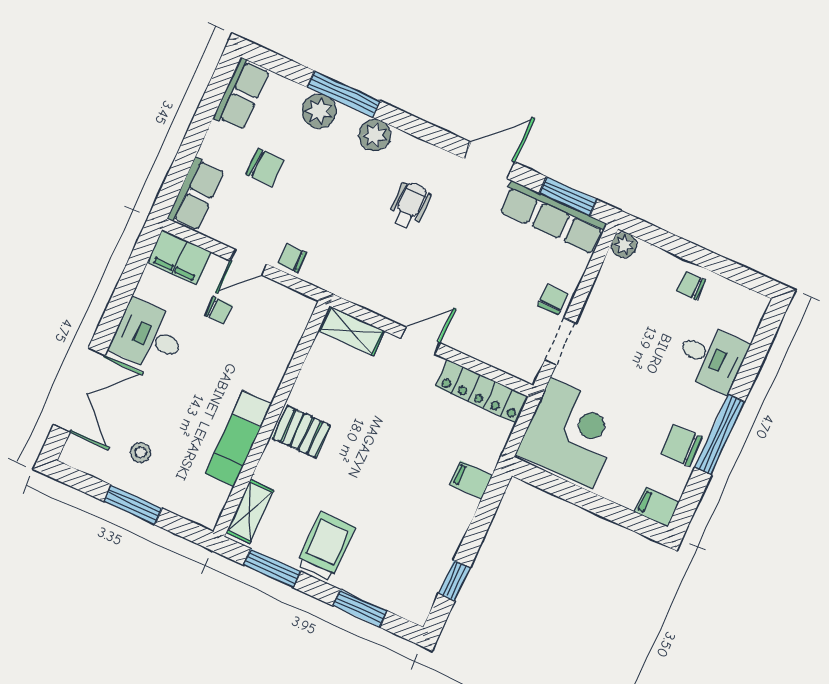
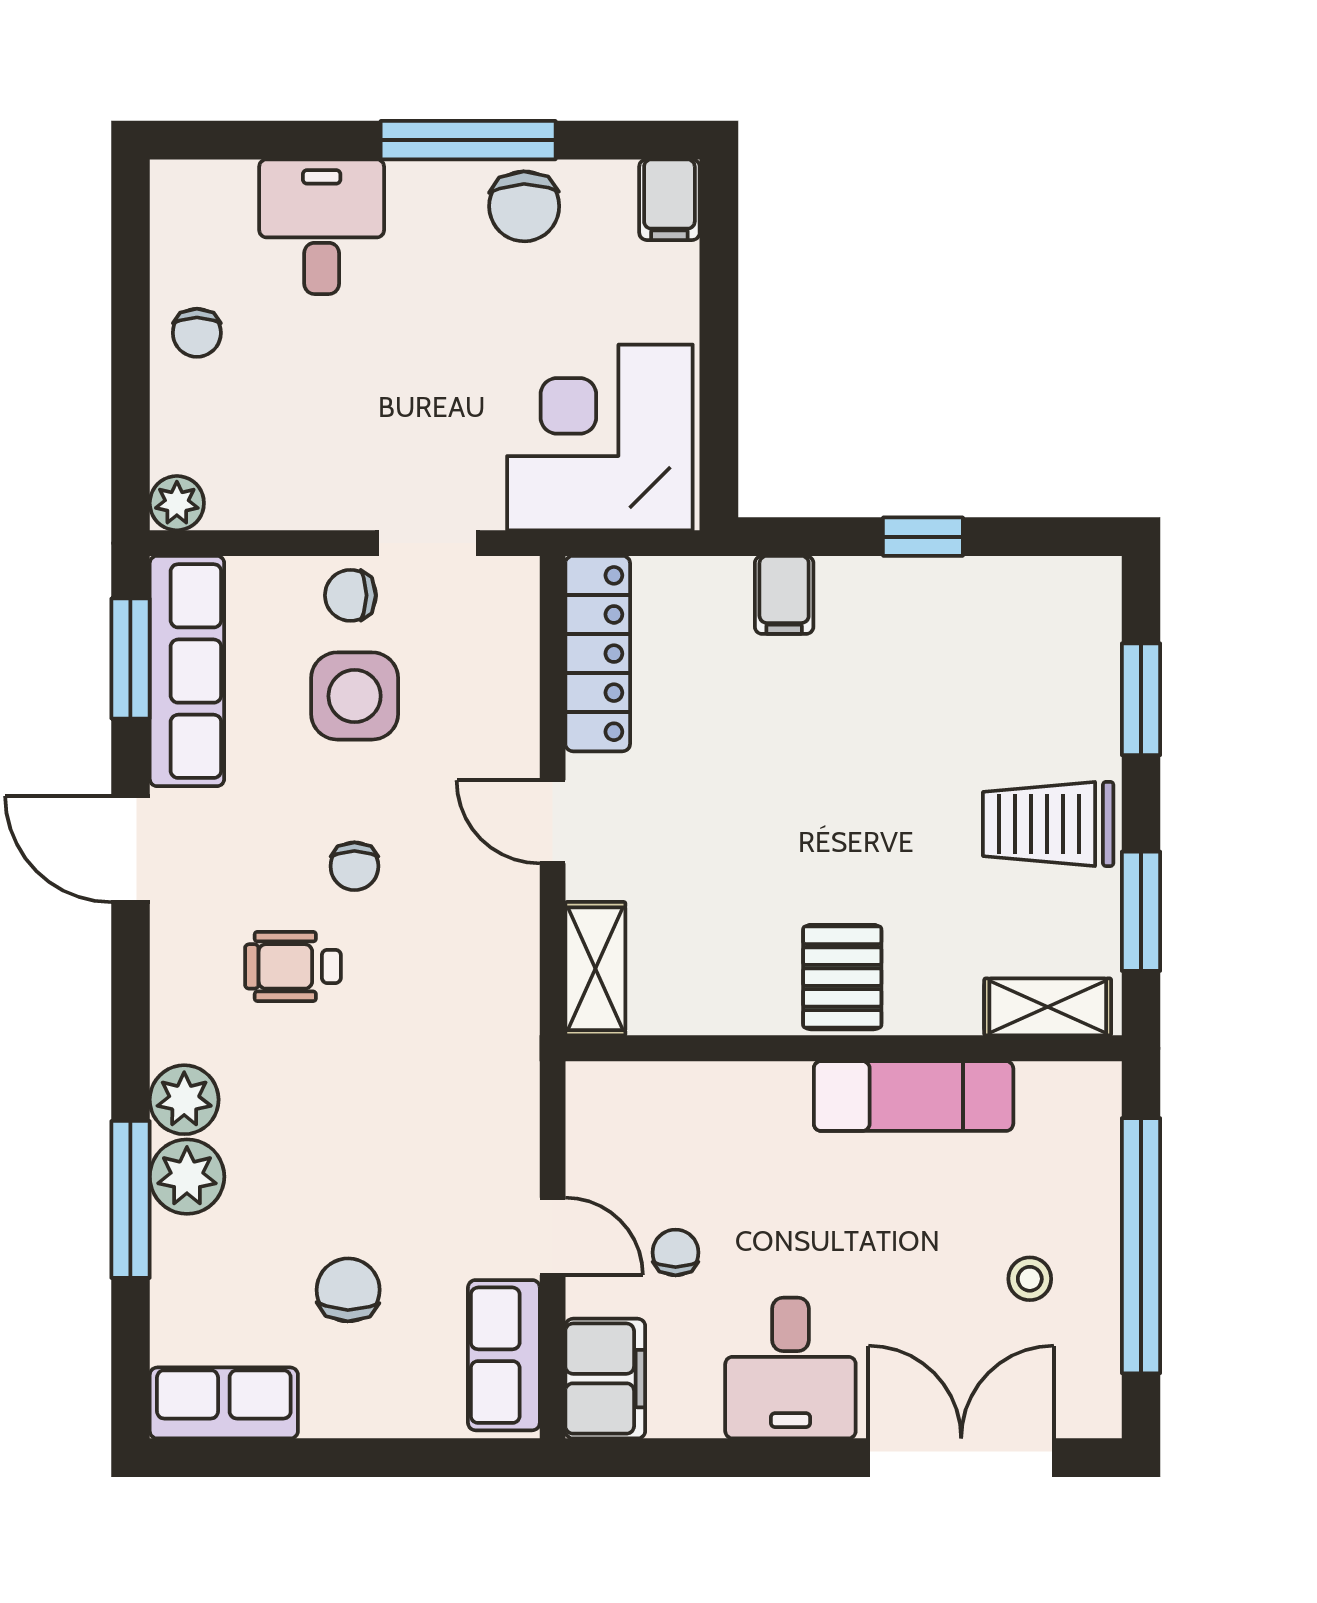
plant: (319, 111) -> (187, 1177), moved
row of seats: (196, 194) -> (504, 1355), moved, turned -90
chair: (292, 258) -> (354, 866), moved
side table: (510, 282) -> (355, 696), added
window: (133, 505) -> (1141, 1246), width x2.11
window: (454, 581) -> (923, 537), moved

